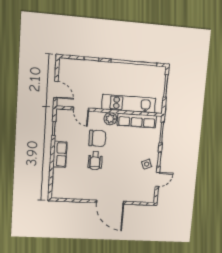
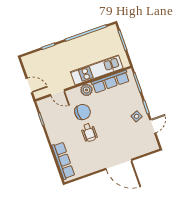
row of seats: (60, 154) -> (63, 161), moved, width x1.48

